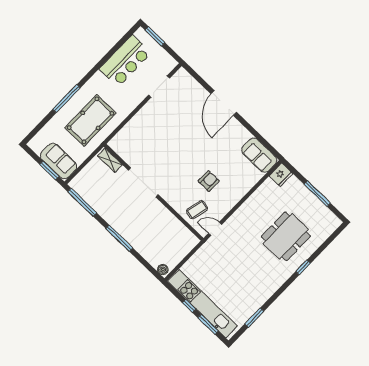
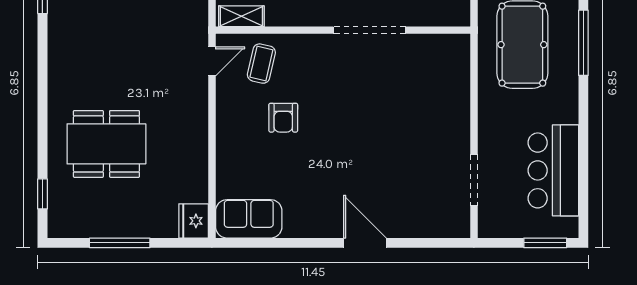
door: (224, 103) -> (365, 243), width x0.73
shelving: (110, 160) -> (241, 16), moved
dining table: (286, 236) -> (106, 144), turned 90
window: (303, 267) -> (42, 194), moved

